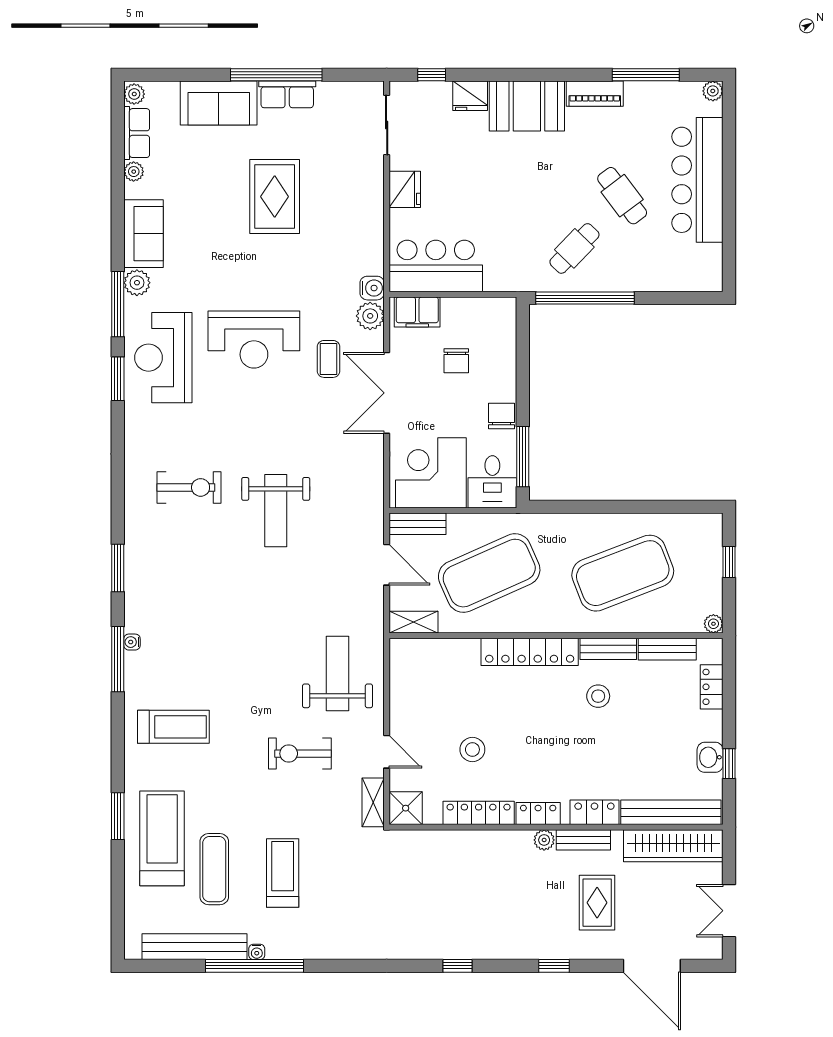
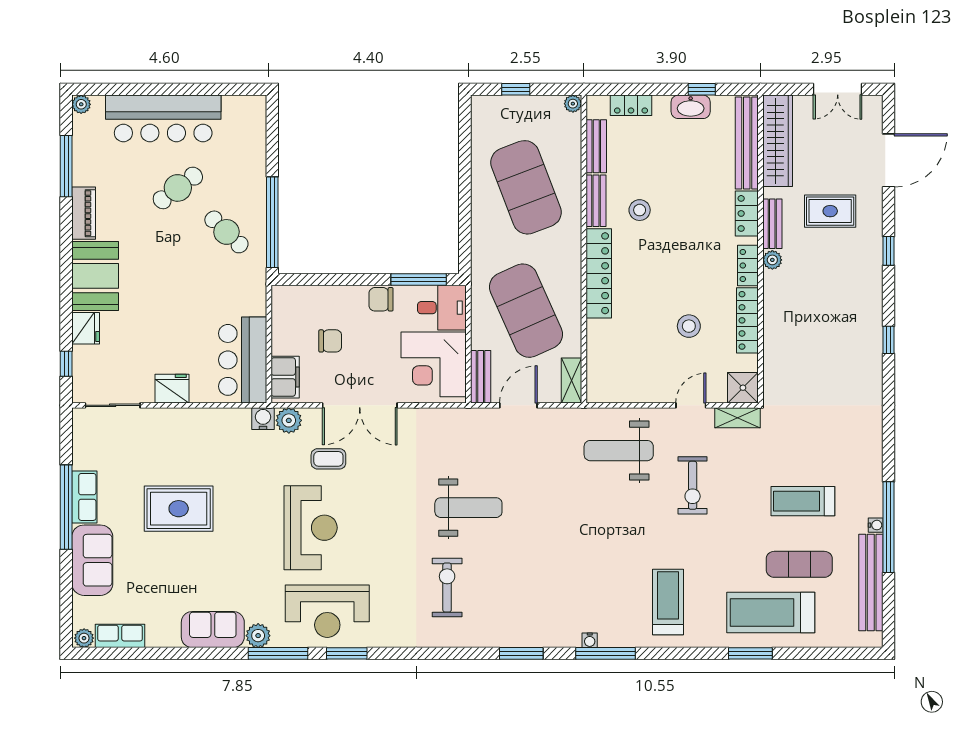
plant: (134, 172) -> (156, 639), removed
washbasin: (710, 757) -> (691, 107), width x1.38

